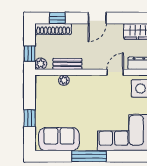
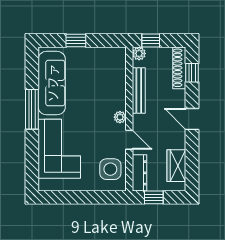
bench: (67, 64) -> (139, 90), width x1.36
plant: (64, 80) -> (120, 117), moved
sofa: (59, 139) -> (52, 83), width x1.36

